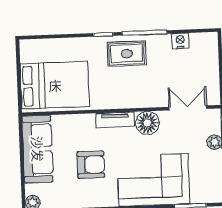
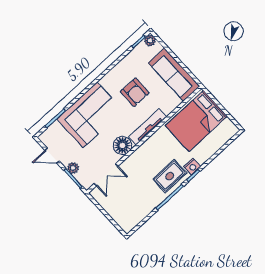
nightstand: (180, 41) -> (192, 167), moved
tv unit: (115, 120) -> (148, 127), width x1.41
armchair: (91, 165) -> (135, 92), turned -89

